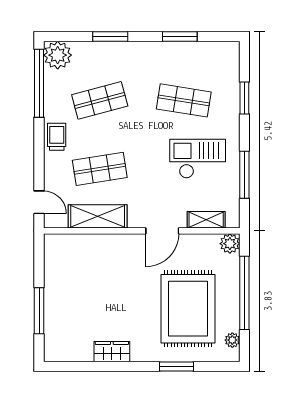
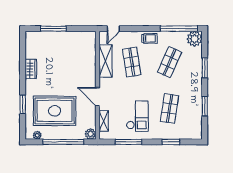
shop shelf: (100, 100) -> (169, 62), turned 39

